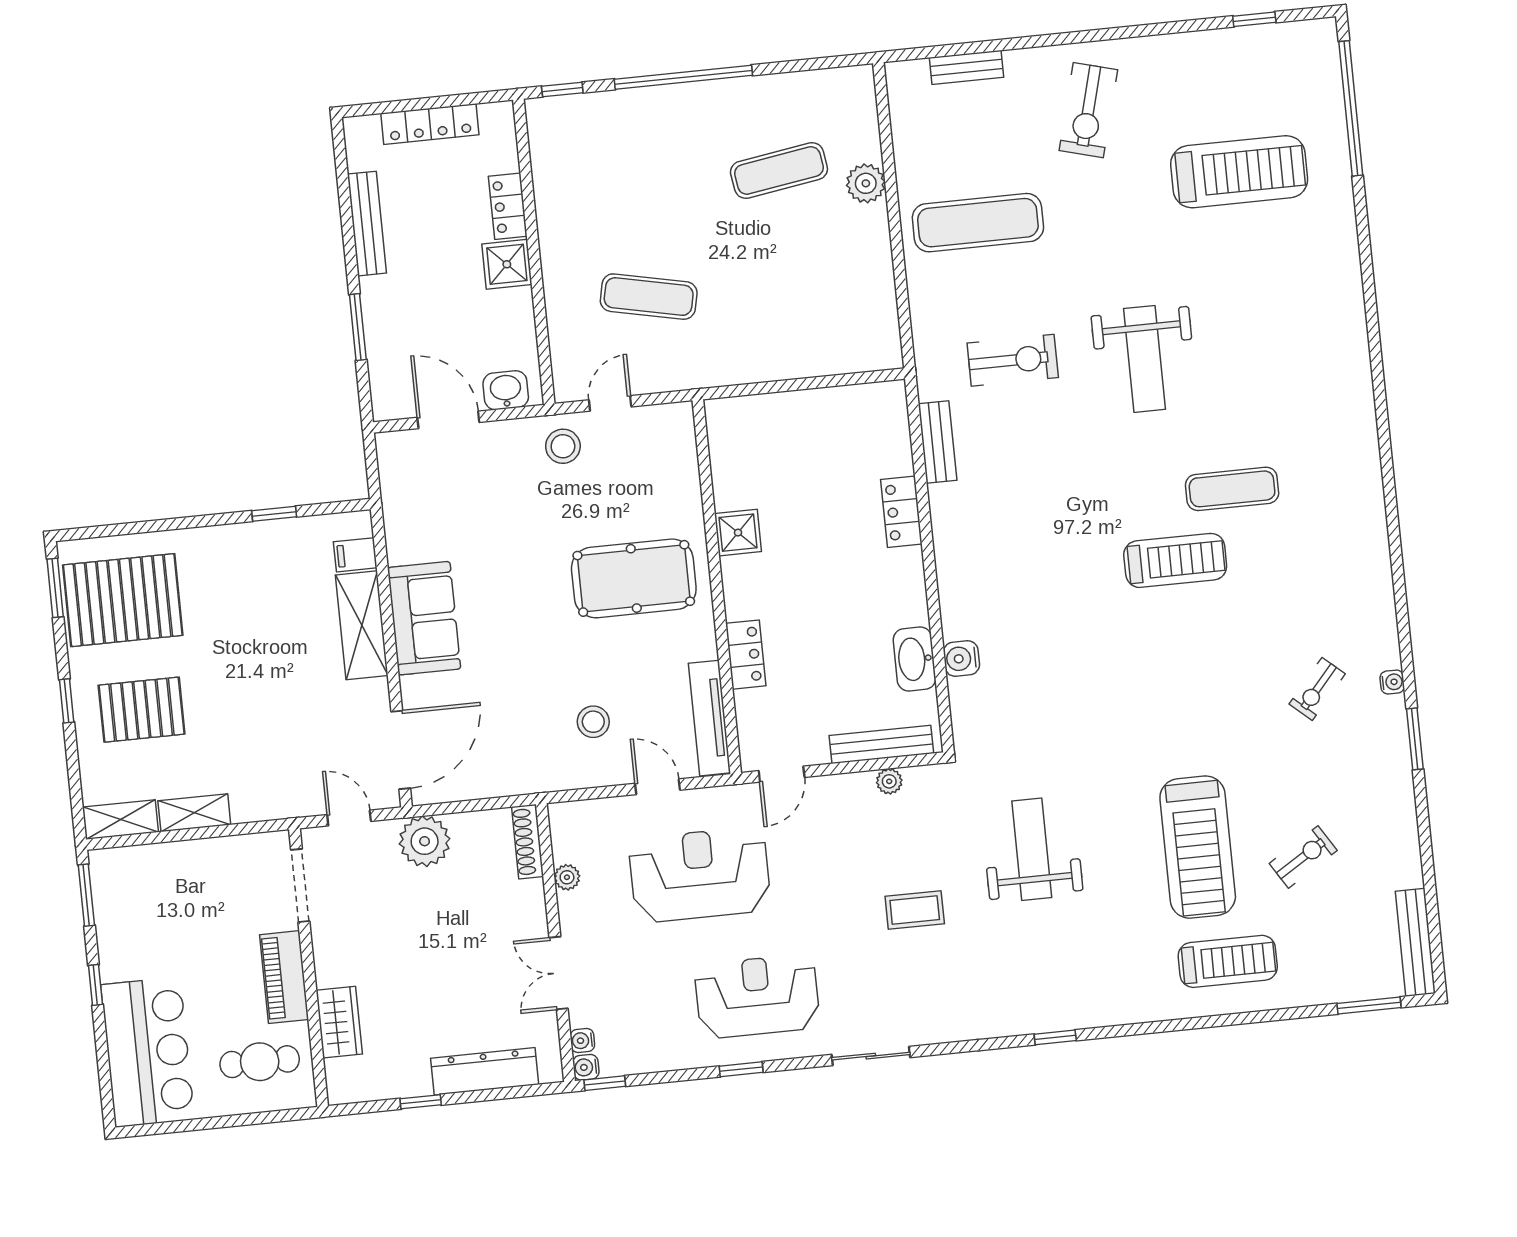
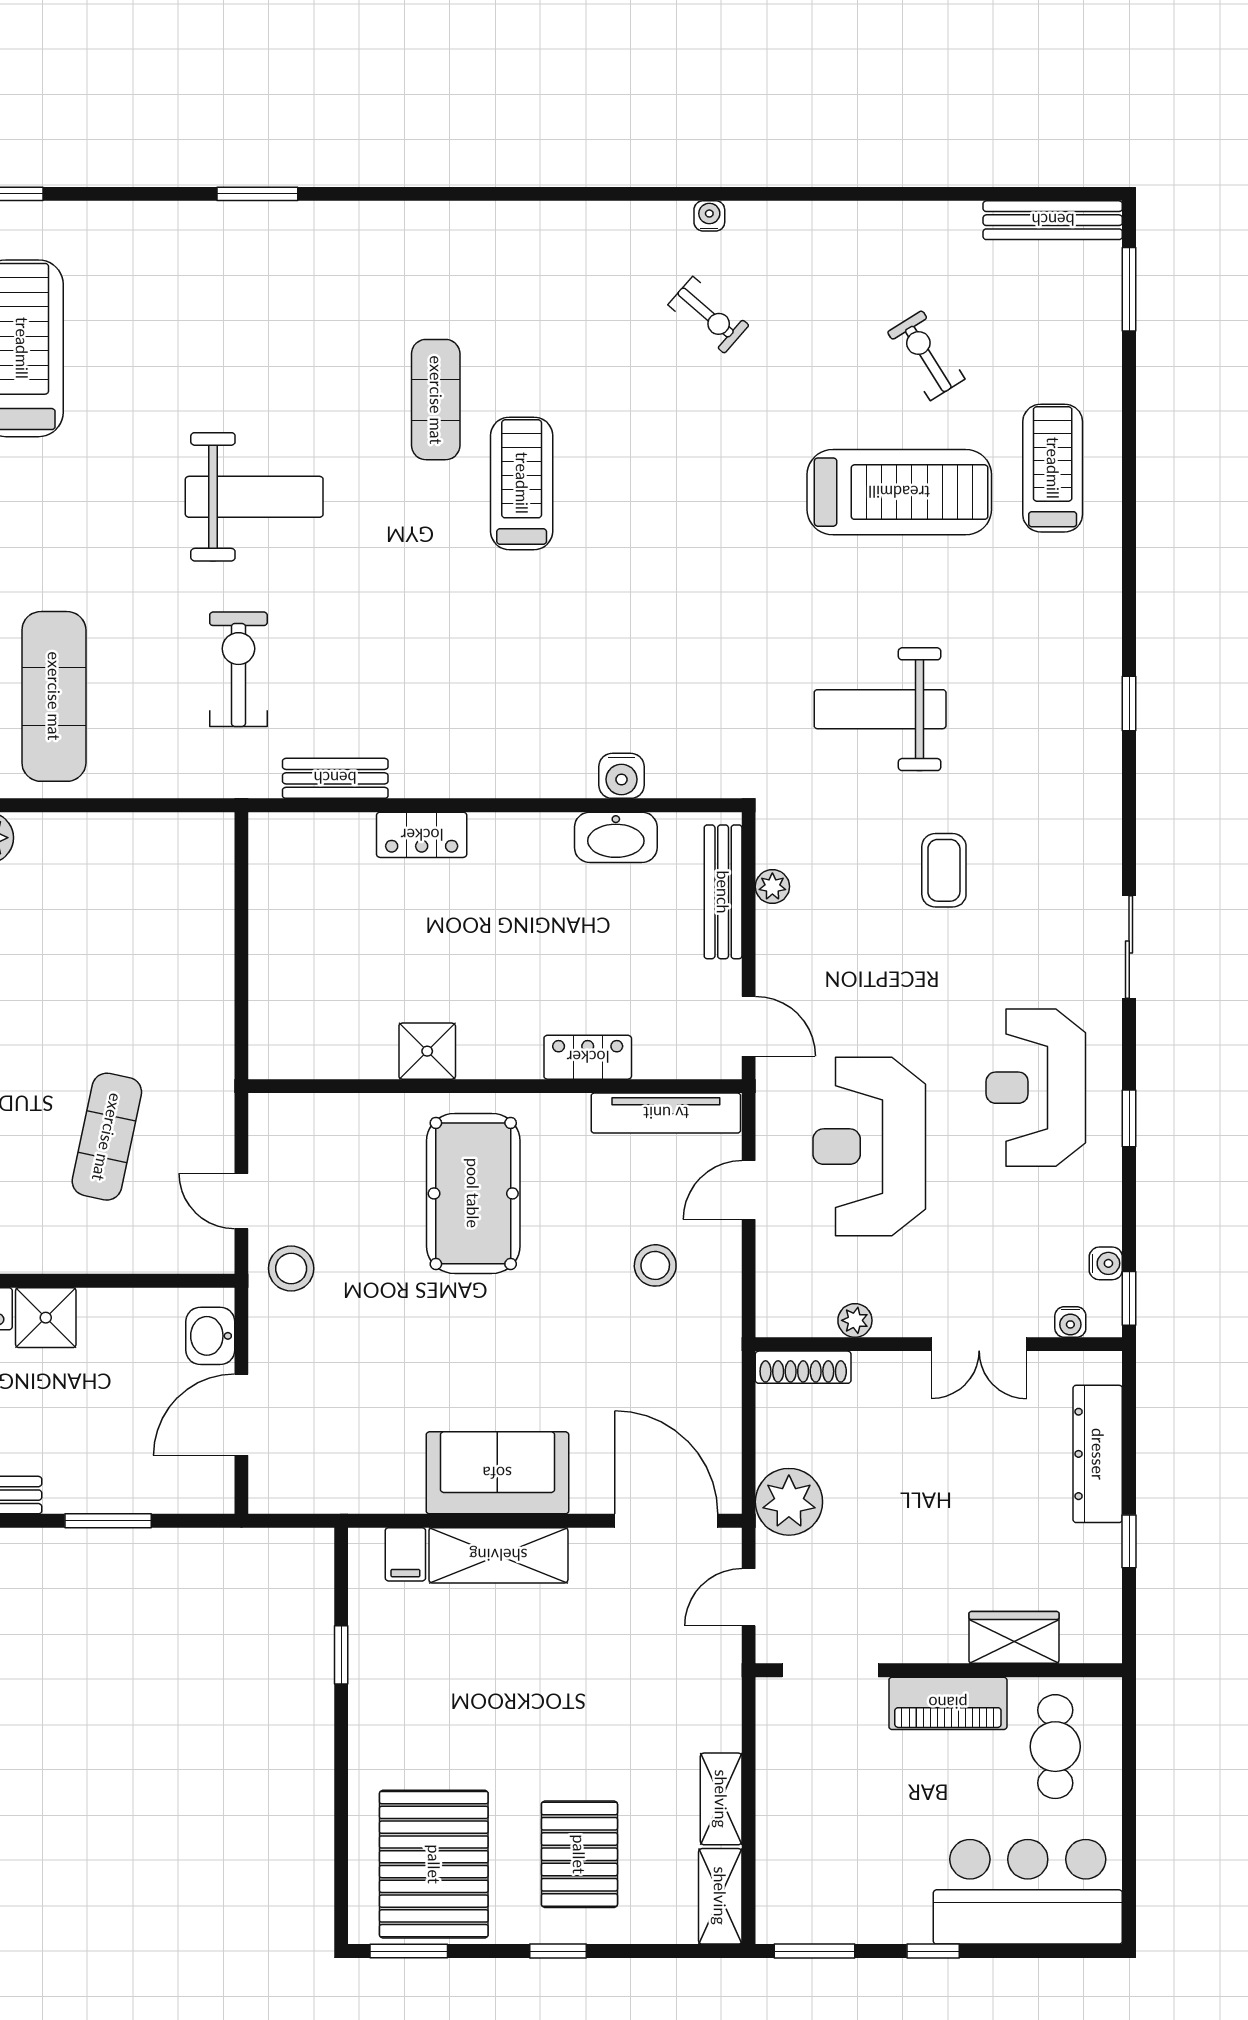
window: (1415, 739) -> (257, 194), moved
water cooler: (586, 1067) -> (1106, 1263), moved, turned -90

